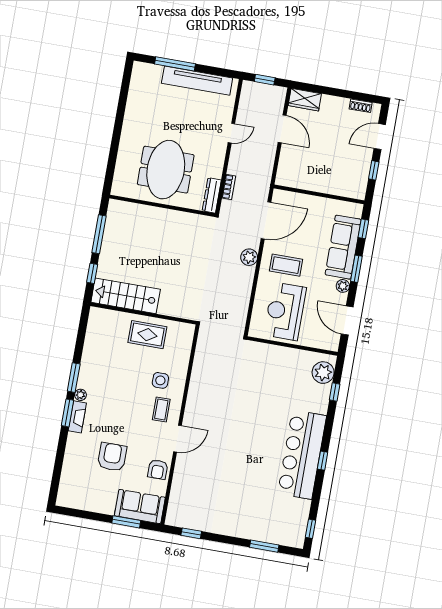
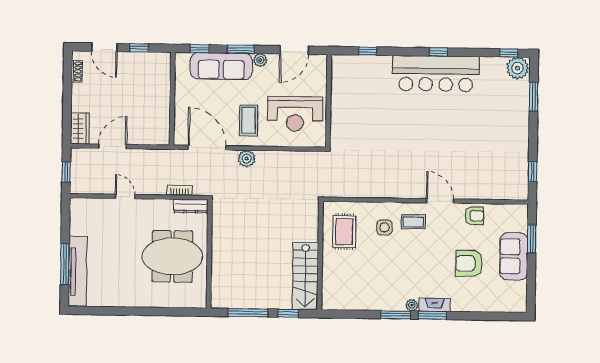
tv unit: (197, 81) -> (78, 271), moved
rug: (147, 335) -> (344, 232), moved
plant: (323, 373) -> (518, 68), moved
sofa: (140, 507) -> (514, 256), moved

